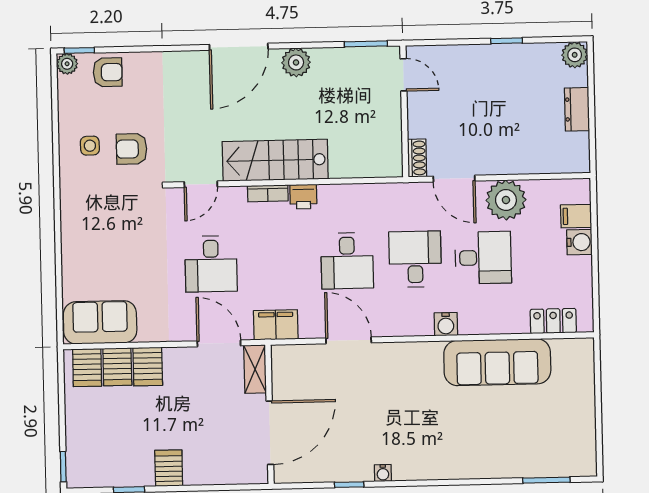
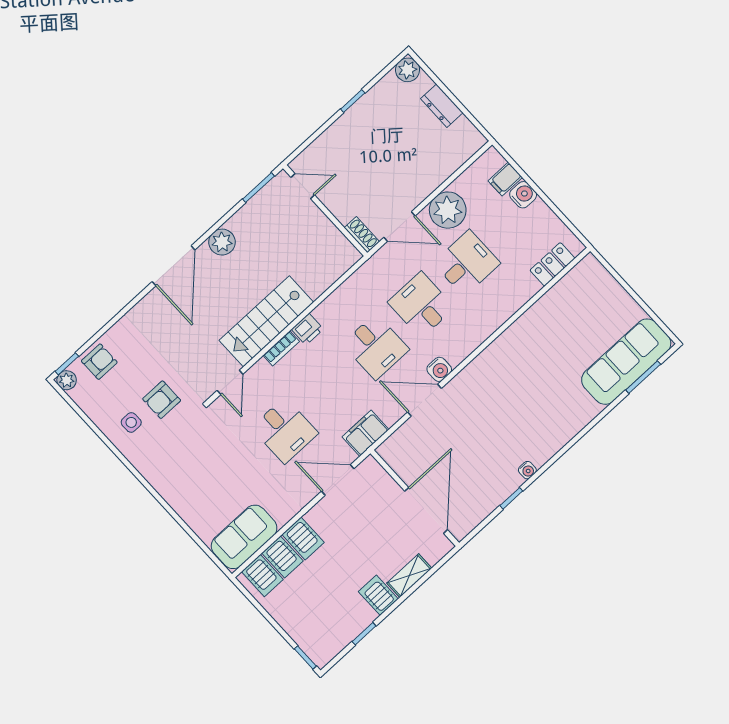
water cooler: (446, 324) -> (439, 369), moved
sofa: (497, 362) -> (626, 362), moved, turned 180
shelving: (255, 369) -> (409, 576), moved, turned 90

